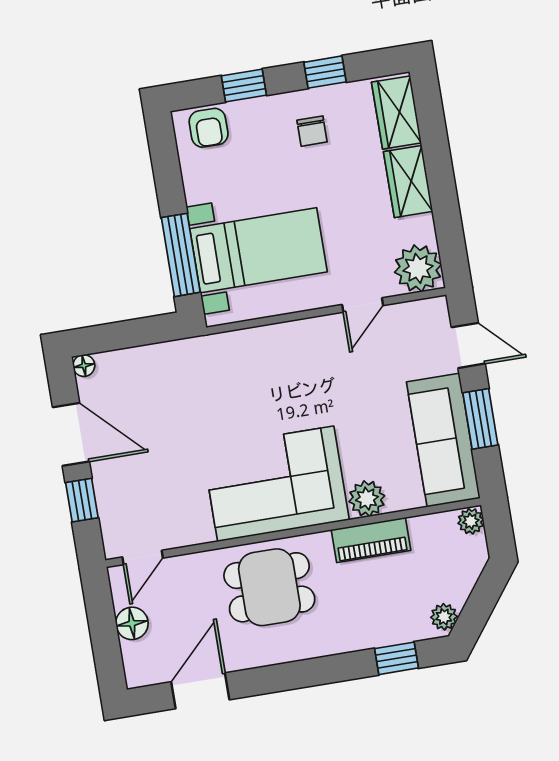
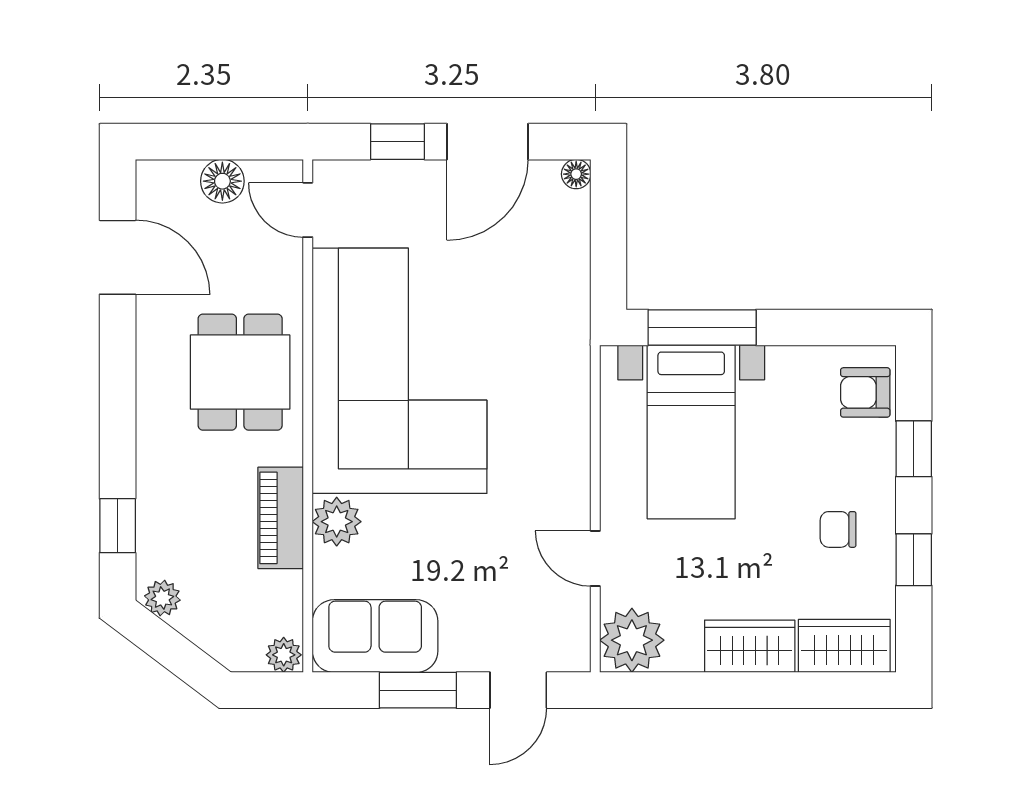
sofa: (443, 440) -> (375, 636), width x0.73
corner sofa: (276, 484) -> (400, 371), width x1.36, depth x1.36

